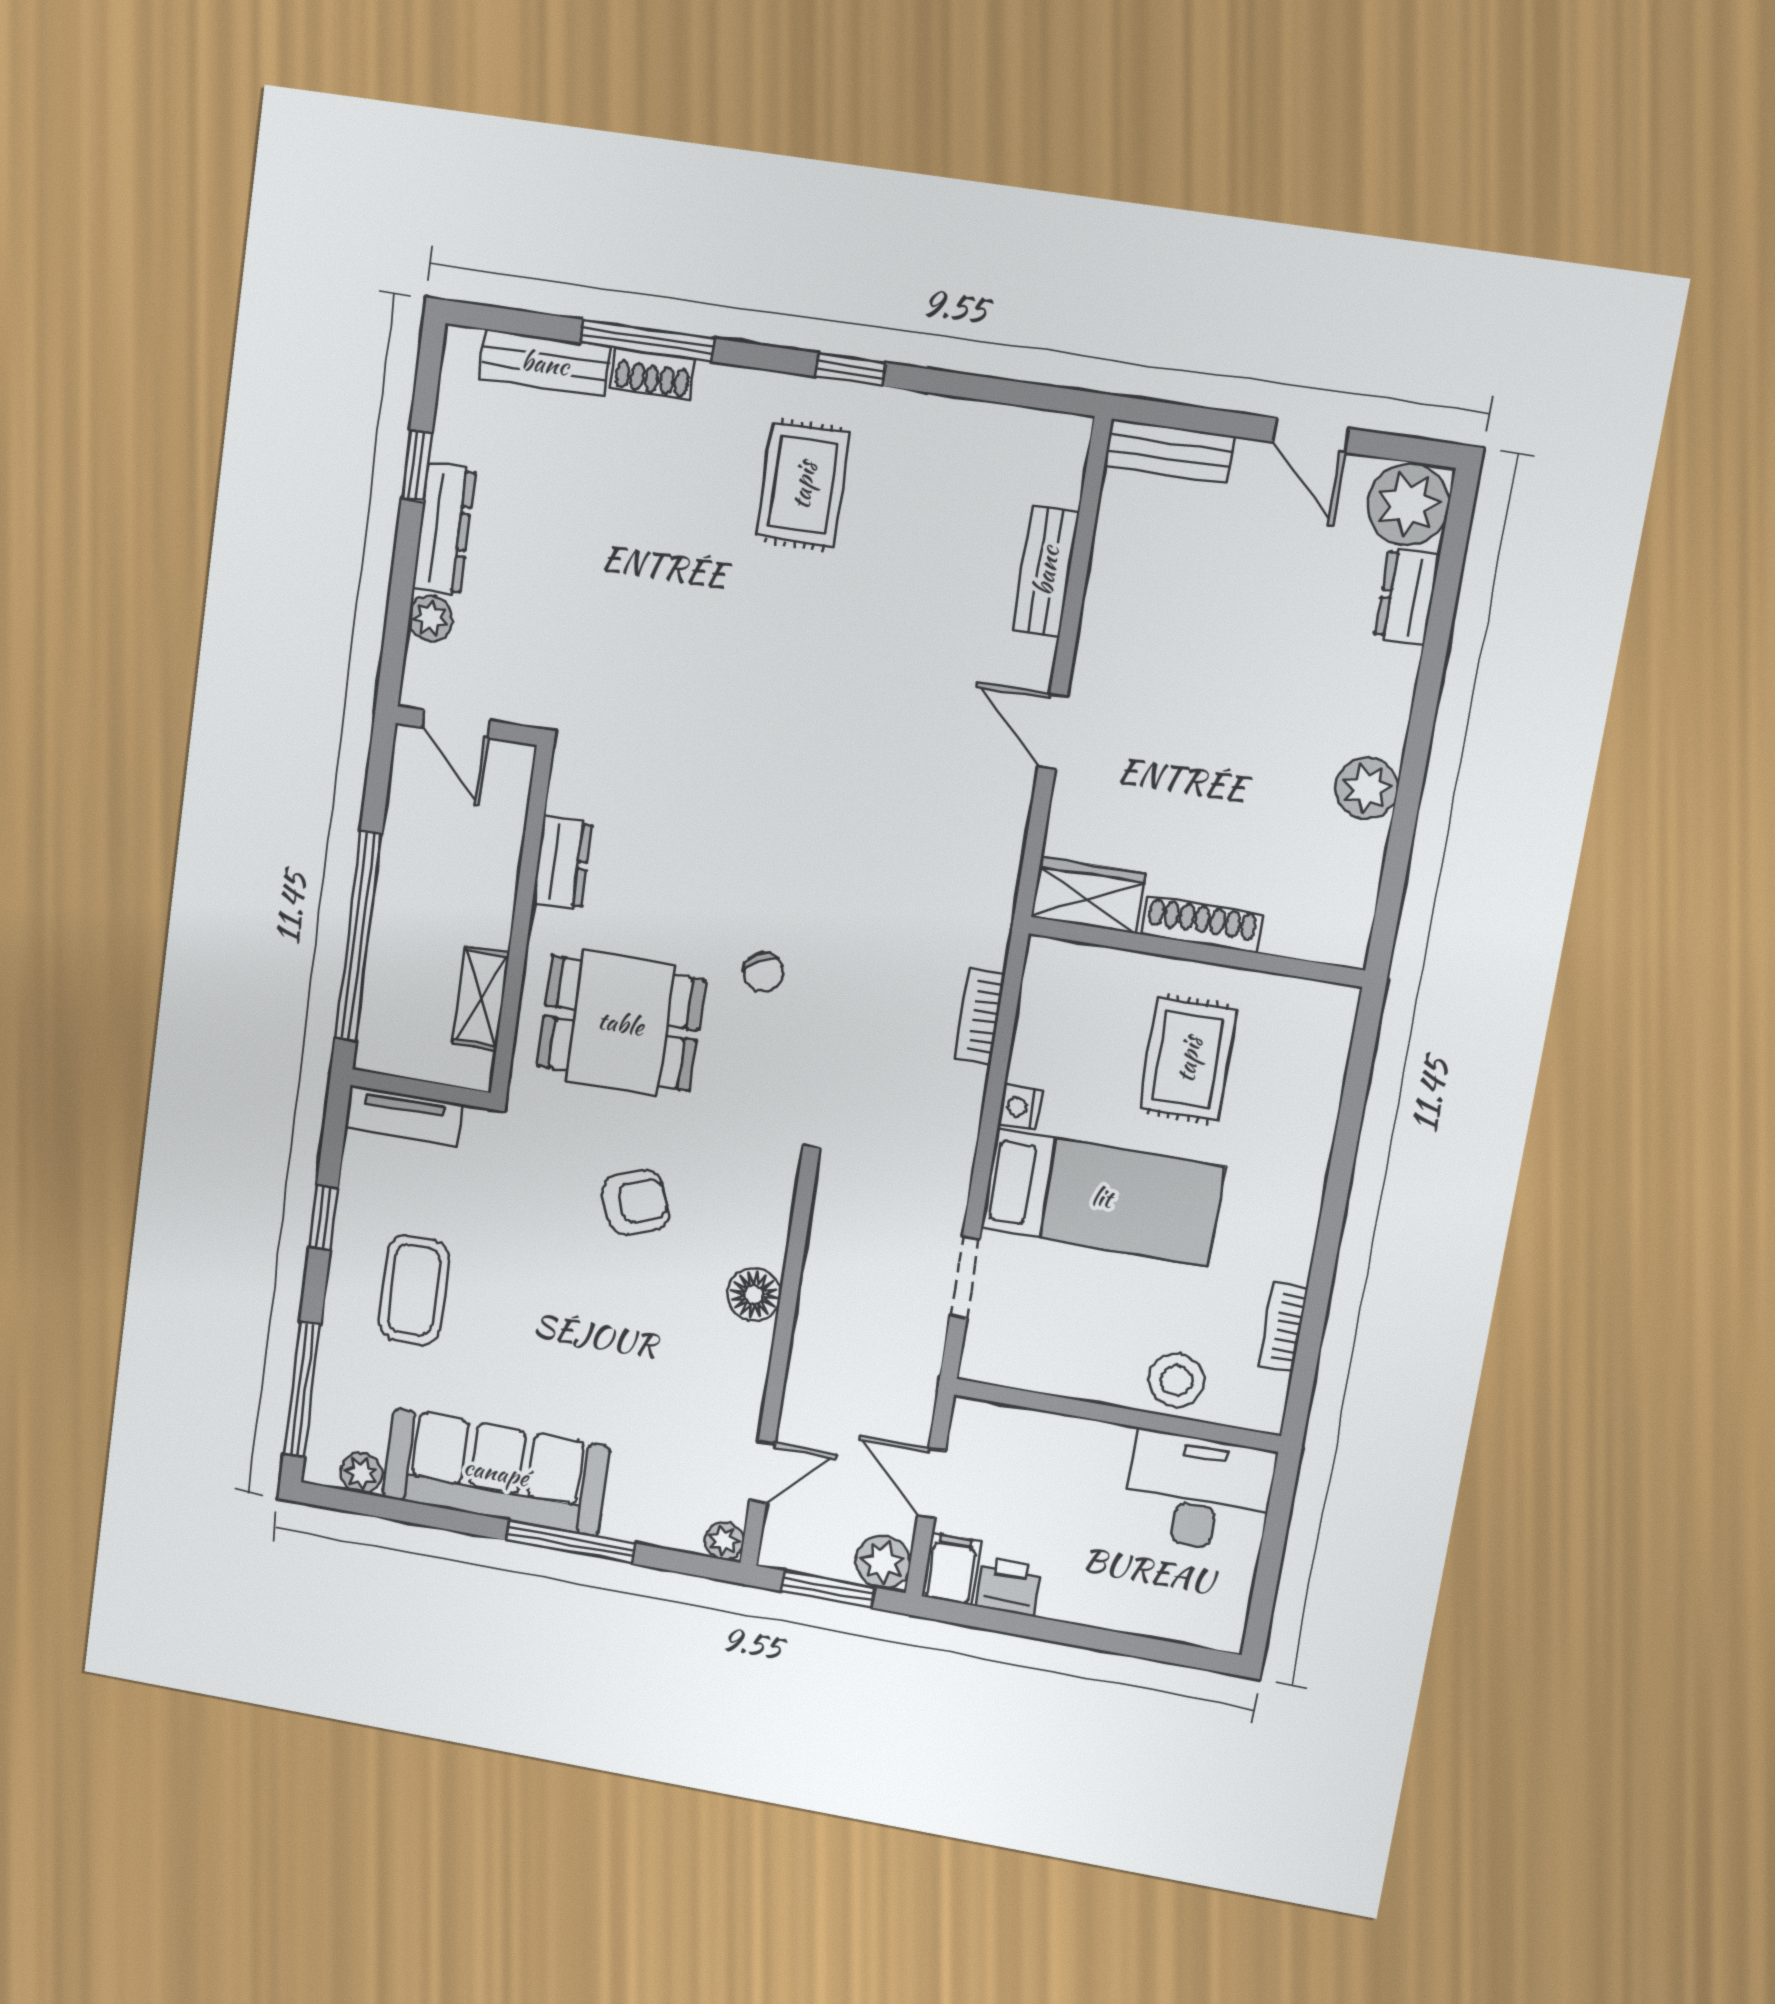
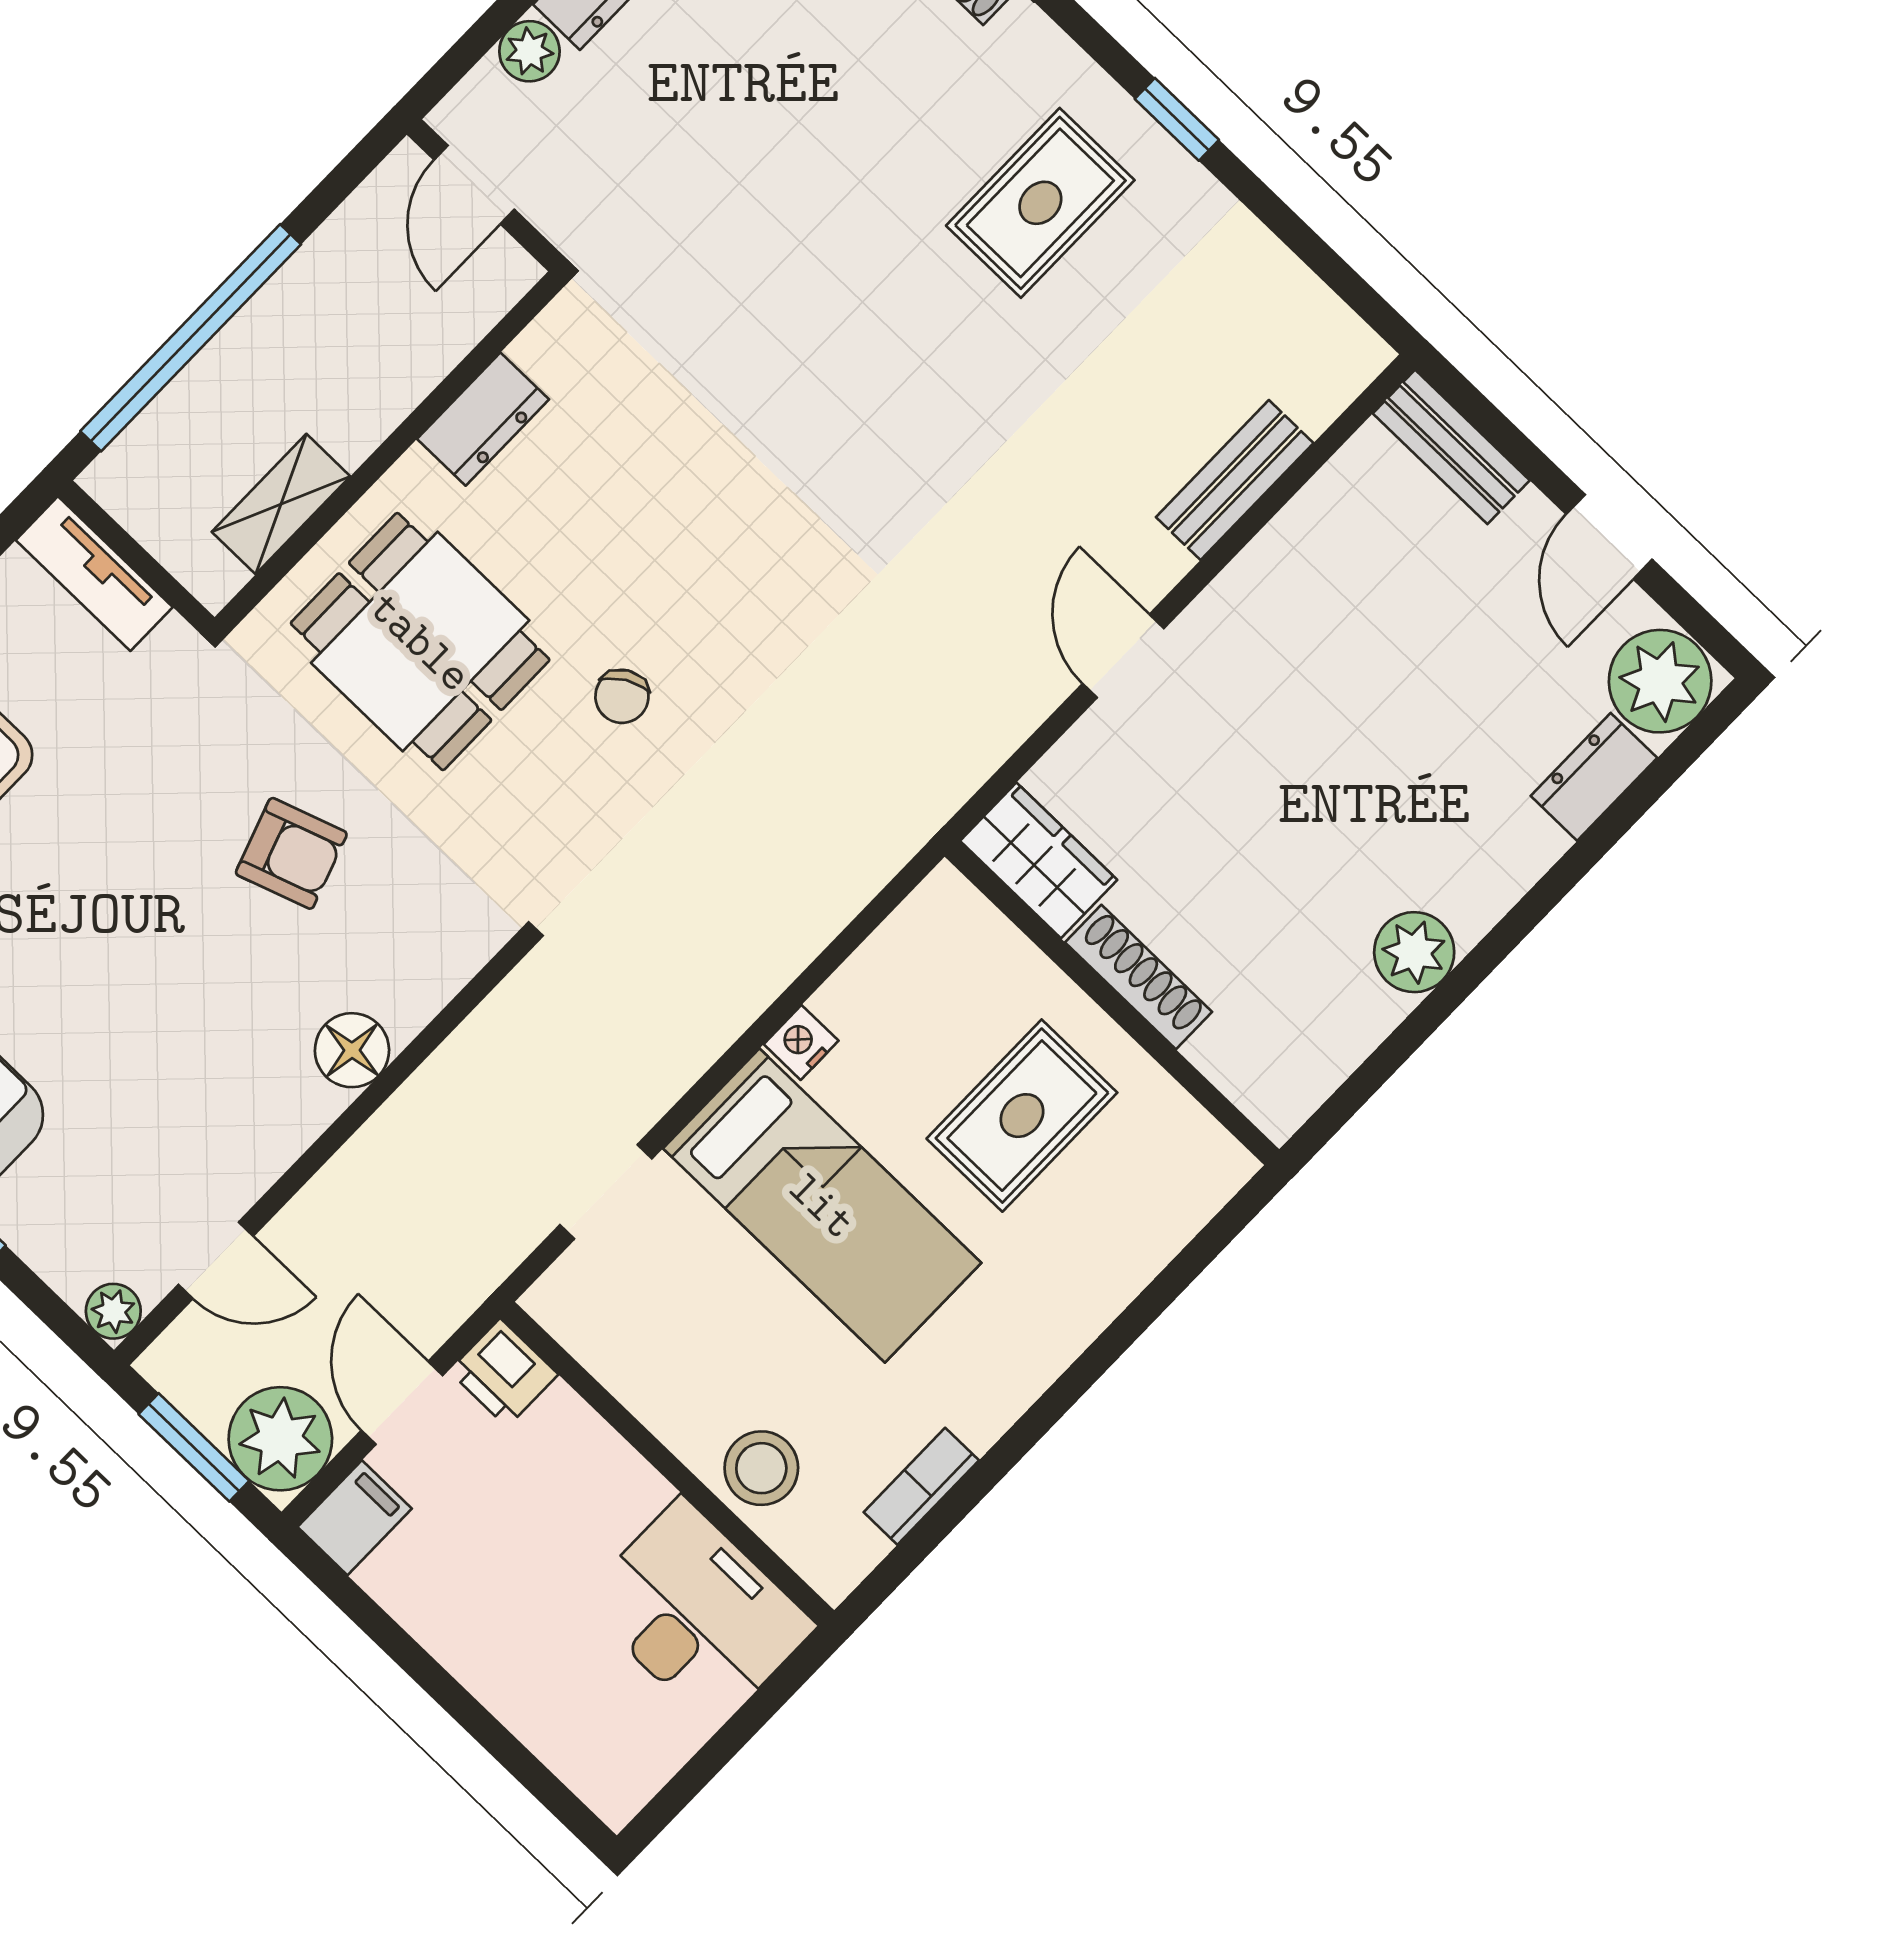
bookcase: (980, 1016) -> (827, 911), removed
plant: (883, 1562) -> (280, 1439), width x1.36, depth x1.36
printer: (1009, 1586) -> (504, 1373), moved, turned 180

